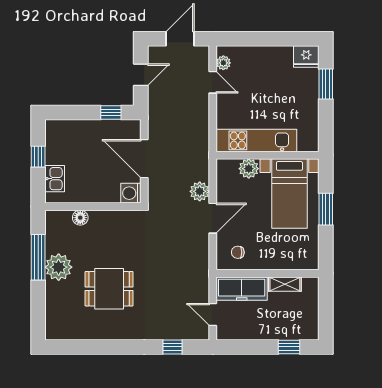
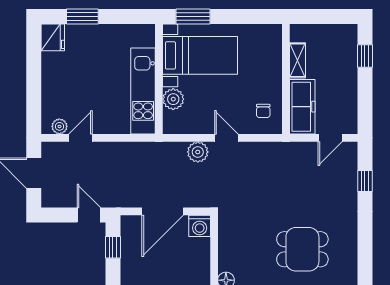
door: (141, 75) -> (89, 215), moved
window: (326, 209) -> (193, 16), moved
door: (213, 218) -> (226, 138), width x0.73
dining table: (109, 289) -> (302, 249), turned 90

